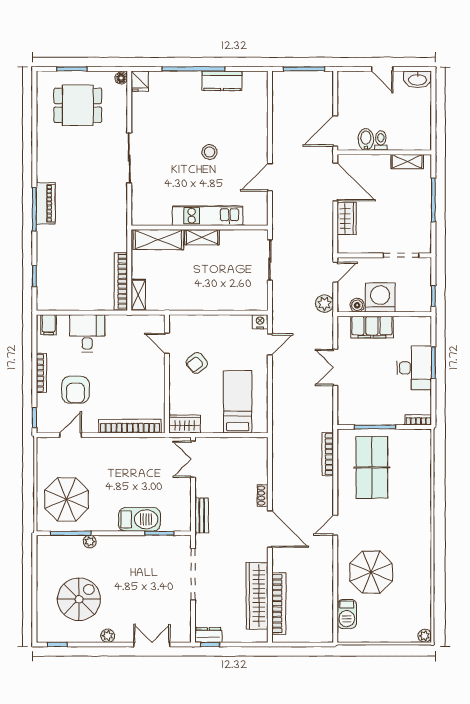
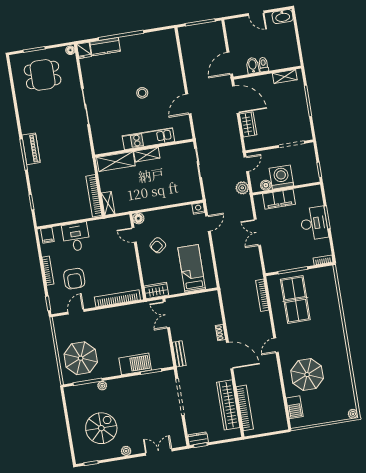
kitchen counter: (222, 81) -> (105, 47), moved
floor lamp: (176, 322) -> (138, 218), added

